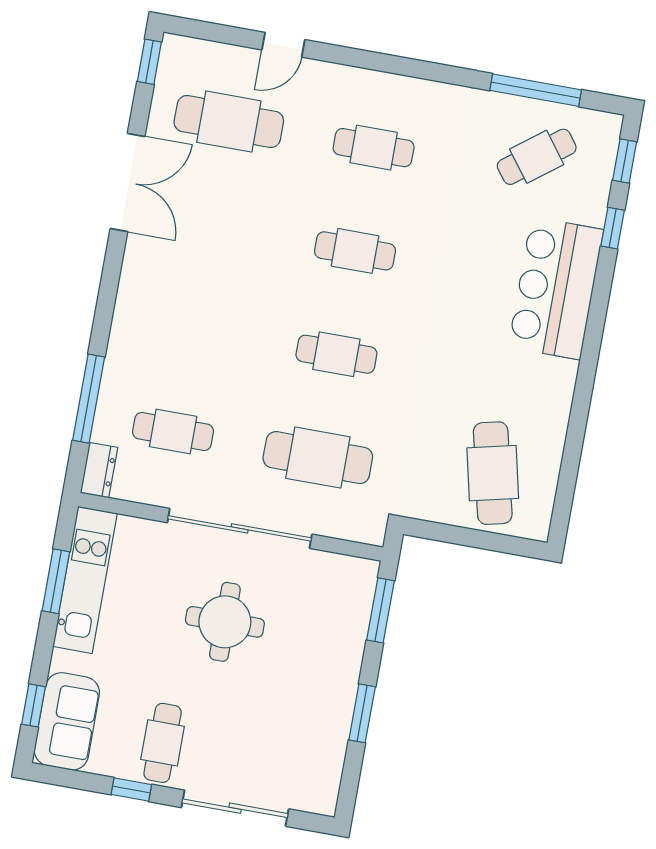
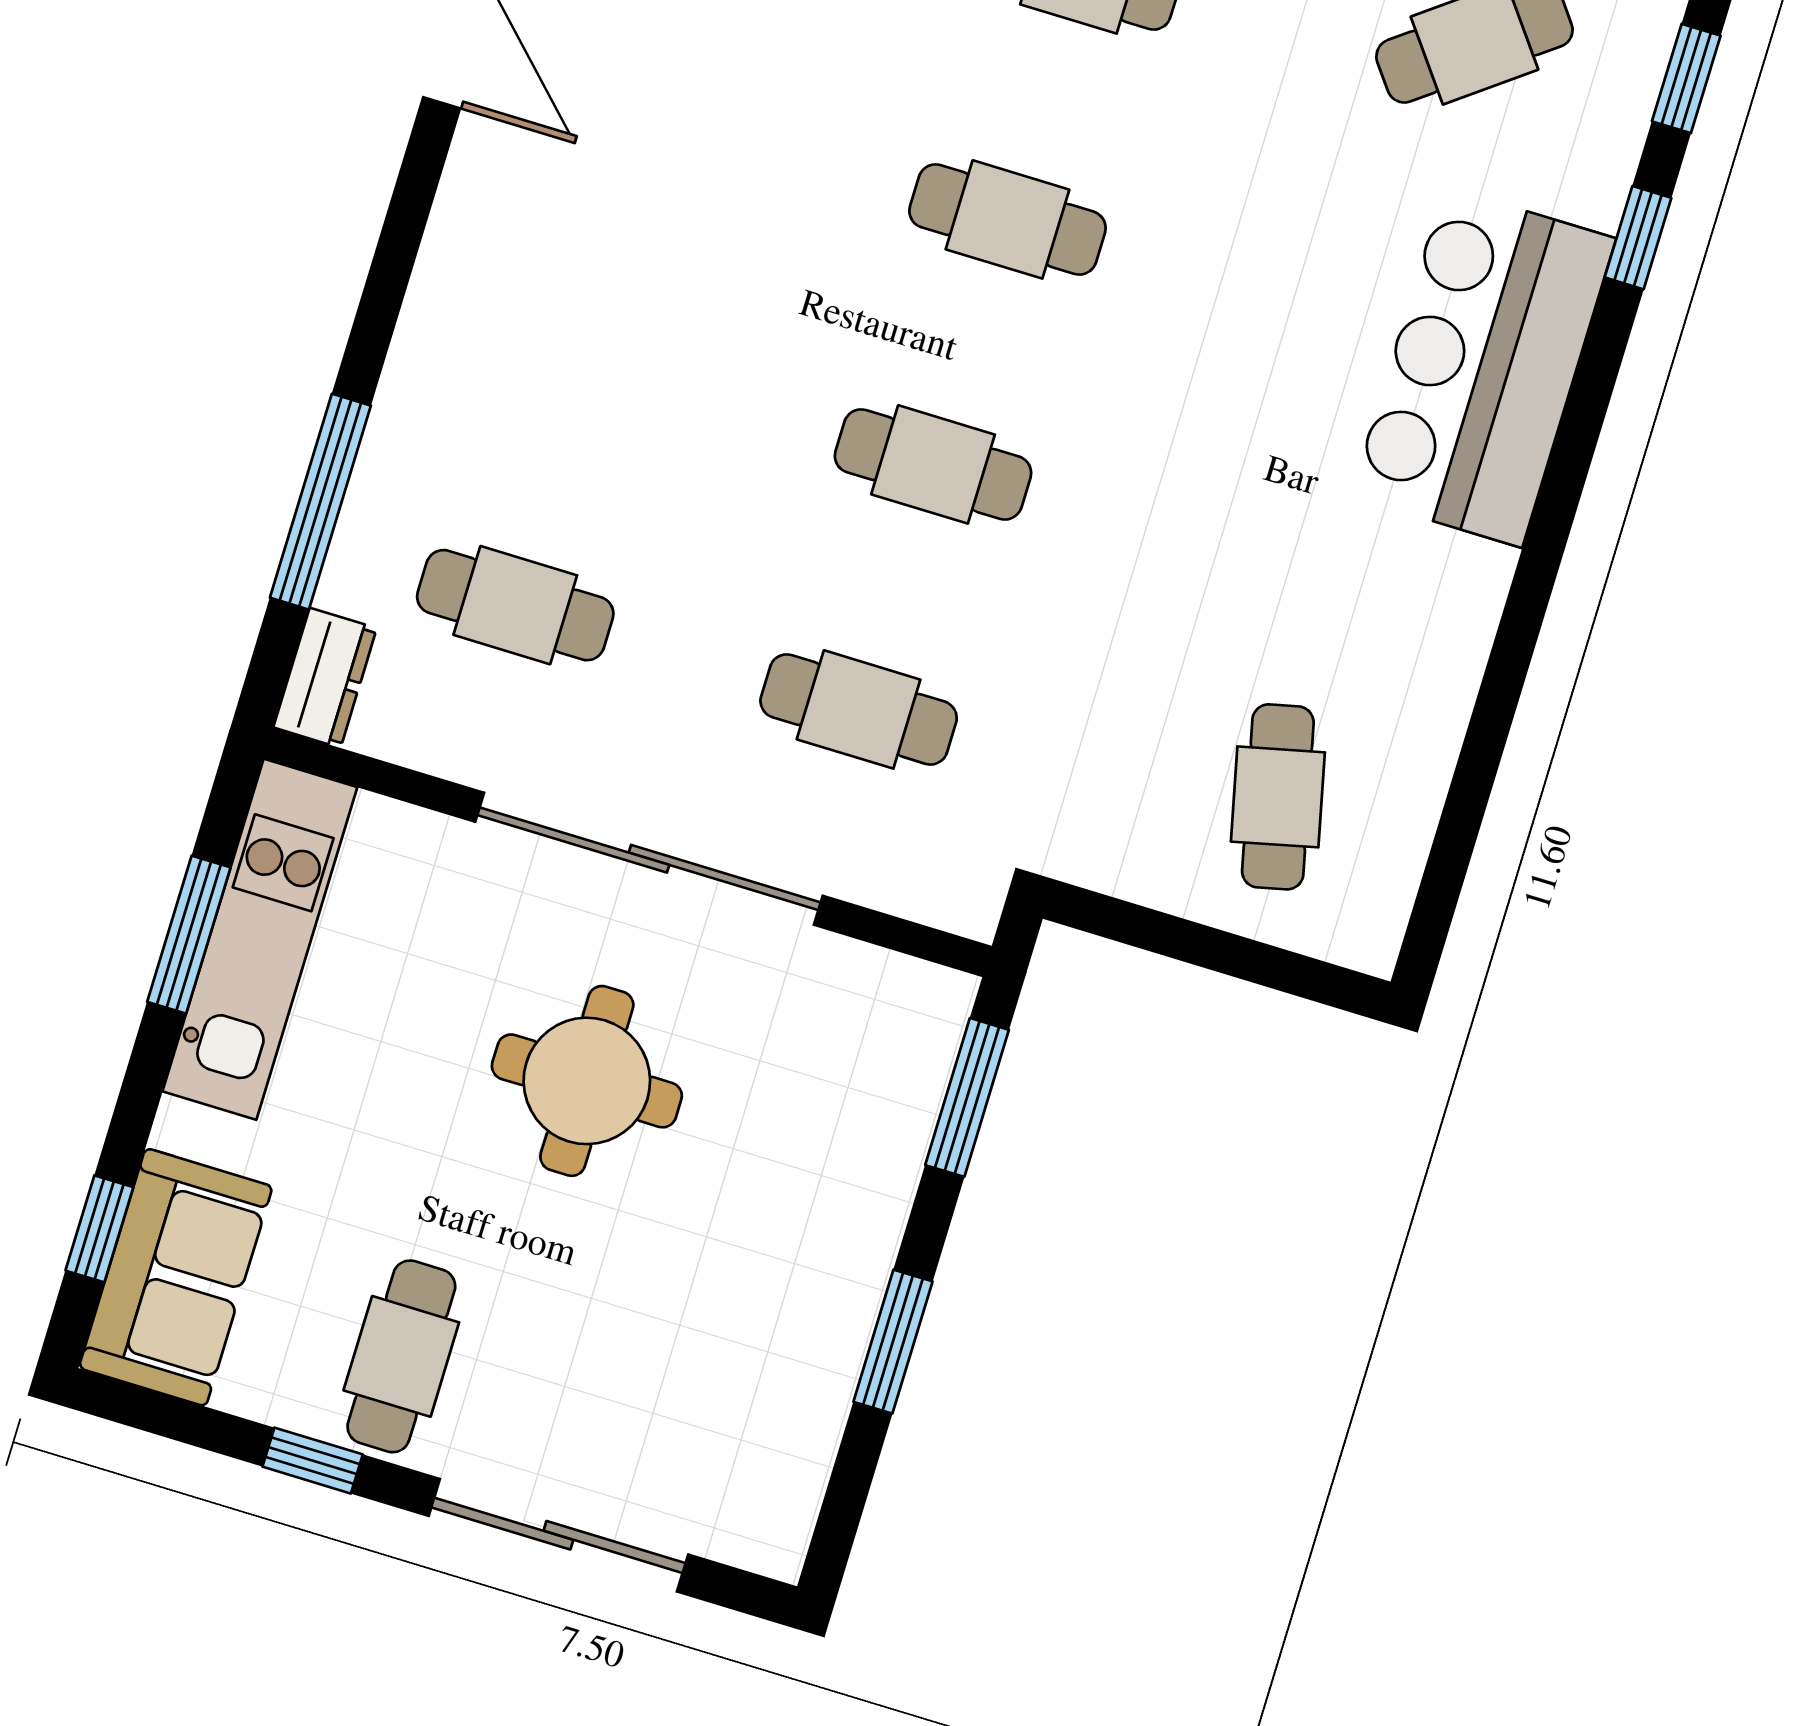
cafe table: (318, 458) -> (859, 709), width x0.73, depth x0.74
cafe table: (493, 473) -> (1278, 797), width x0.73, depth x0.74

